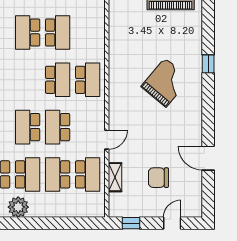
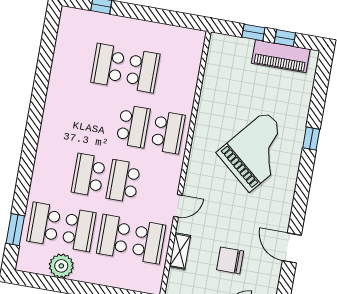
grand piano: (165, 83) -> (258, 151), width x1.37, depth x1.48

